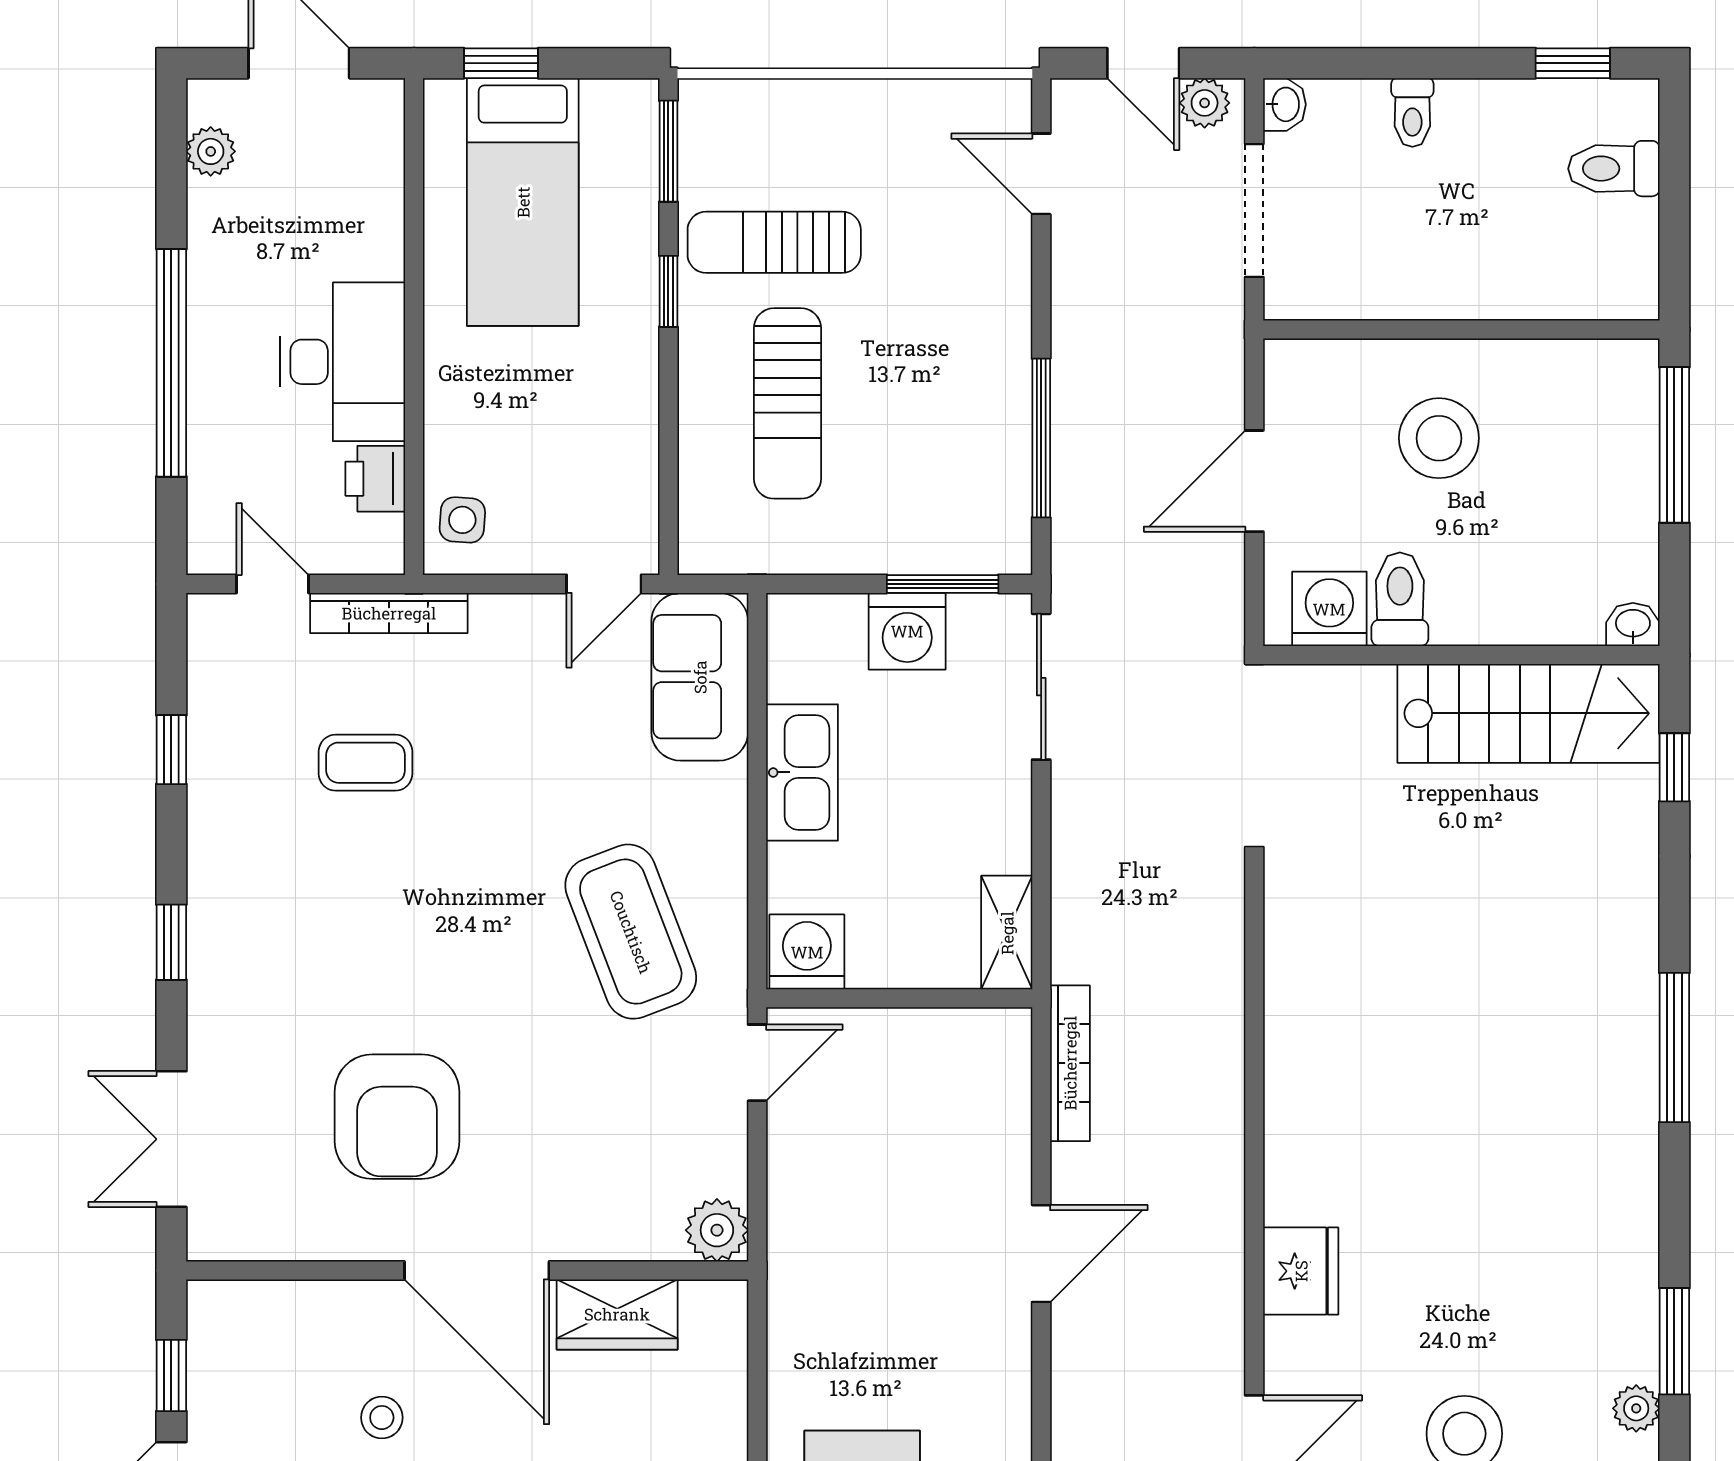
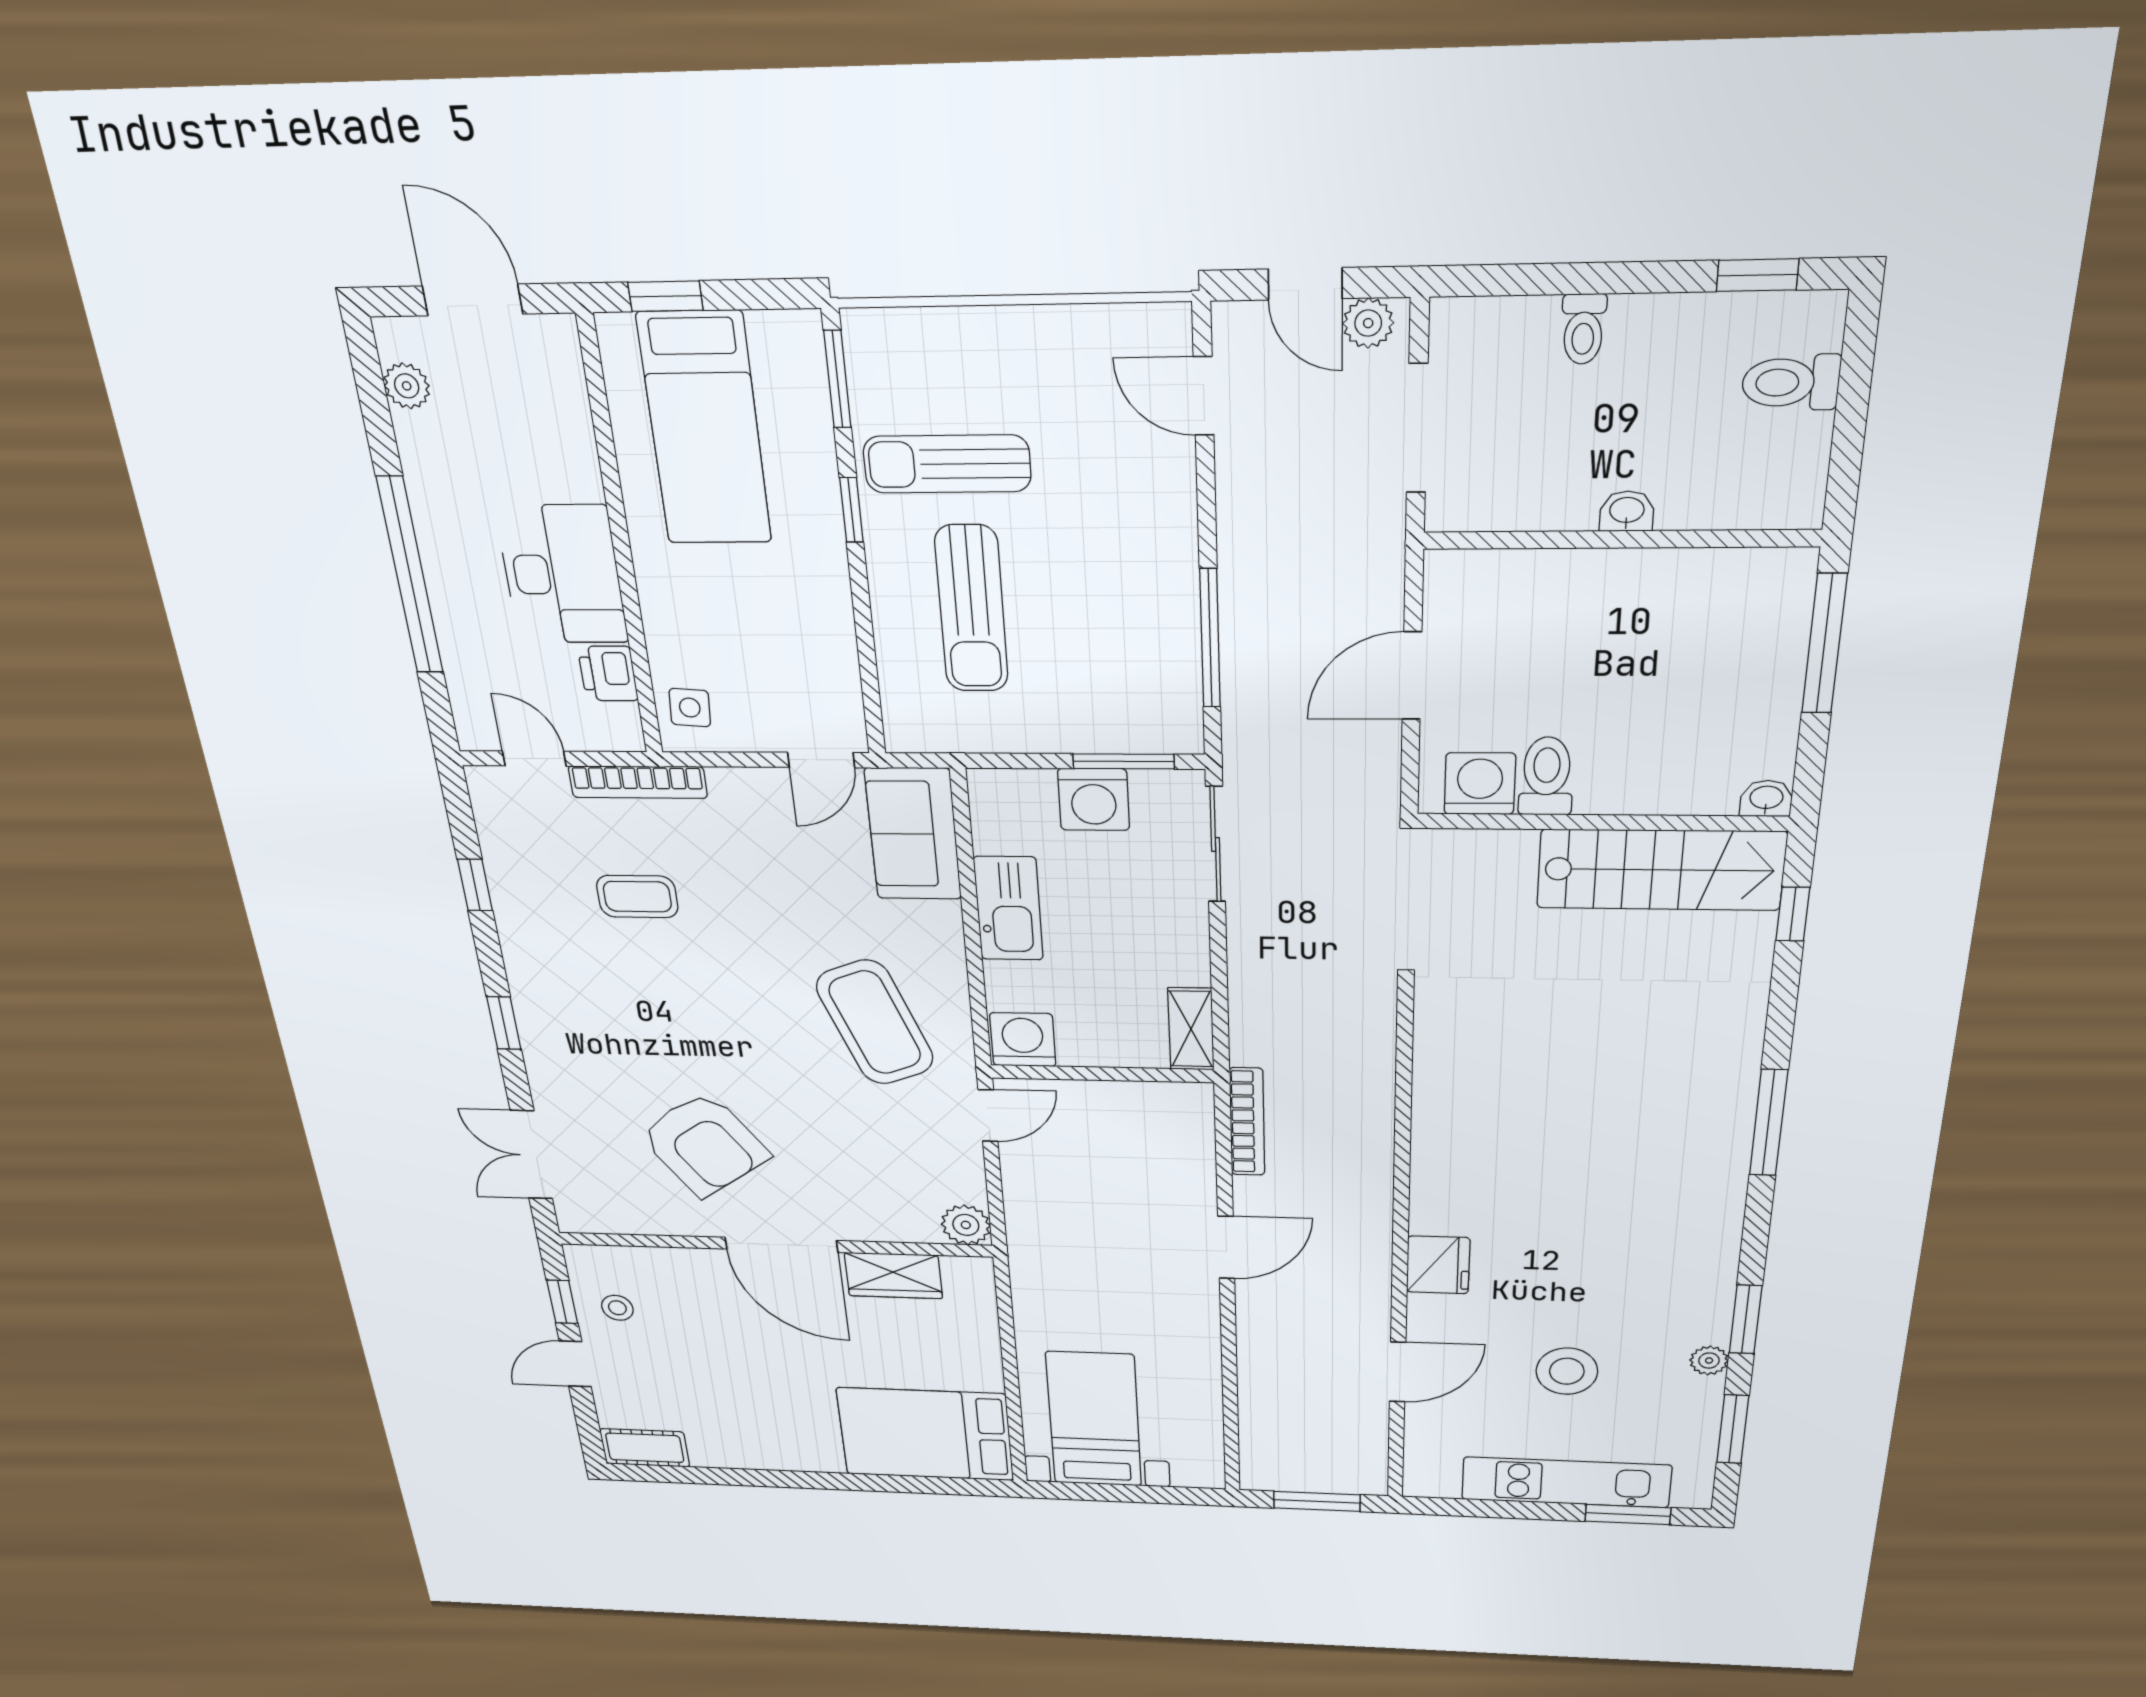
washbasin: (1284, 104) -> (1627, 511), moved, turned -90
stool: (1439, 438) -> (1592, 638), removed
armchair: (397, 1117) -> (704, 1145), turned -35
stool: (382, 1418) -> (617, 1308), moved

